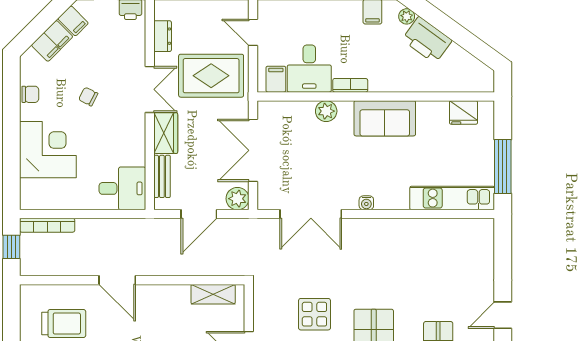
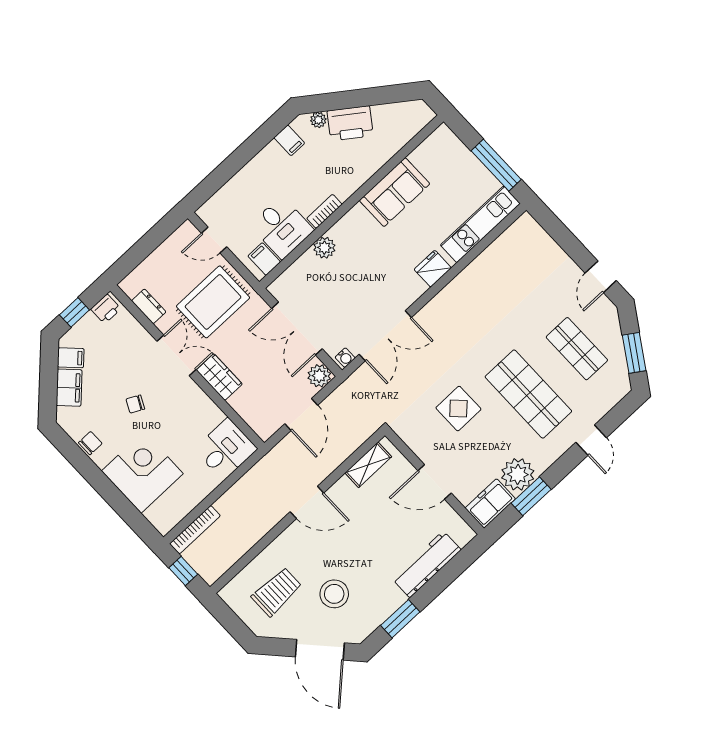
fridge: (463, 112) -> (433, 269), moved, turned 180
sofa: (385, 118) -> (395, 192), moved
bench: (162, 176) -> (247, 412), removed
water cooler: (366, 203) -> (345, 358), moved
door: (117, 280) -> (307, 502), moved

